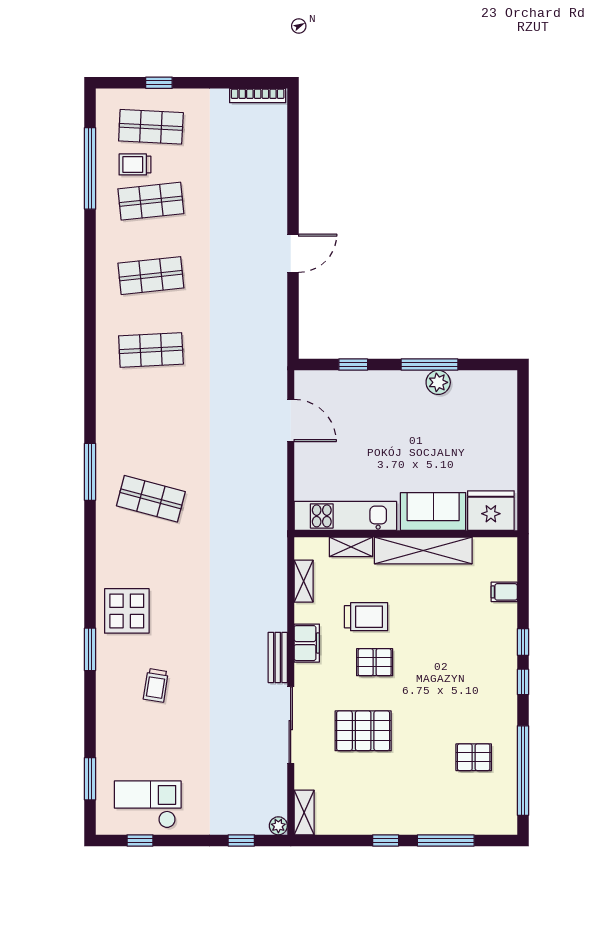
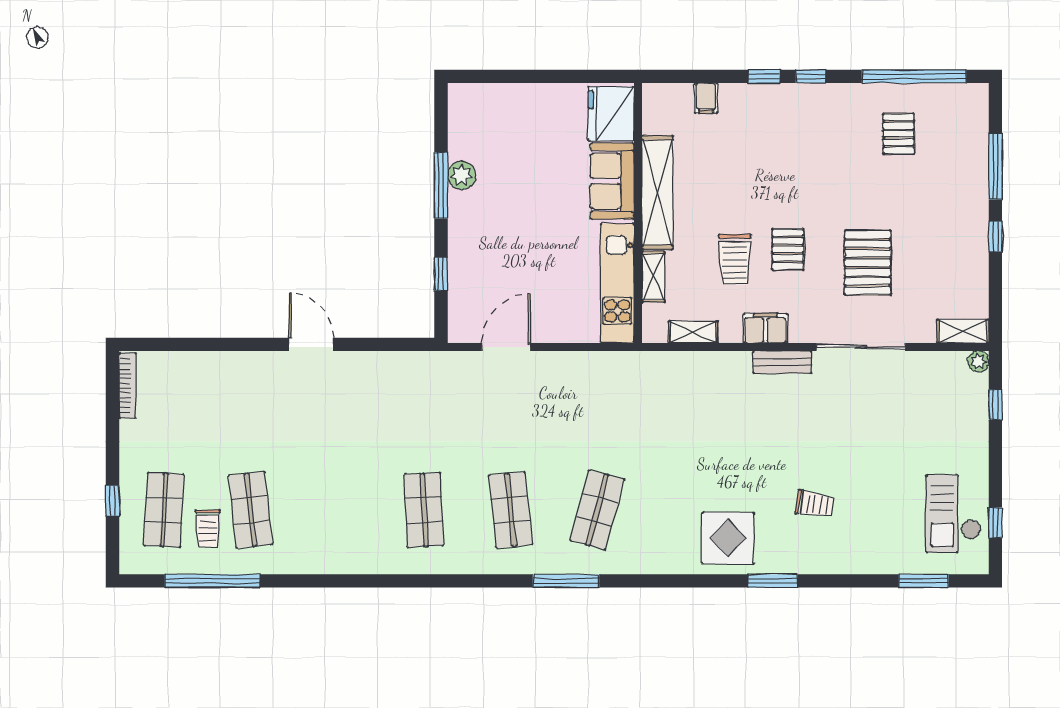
shop shelf: (151, 276) -> (511, 510), moved
trolley: (366, 617) -> (735, 259), turned 180

